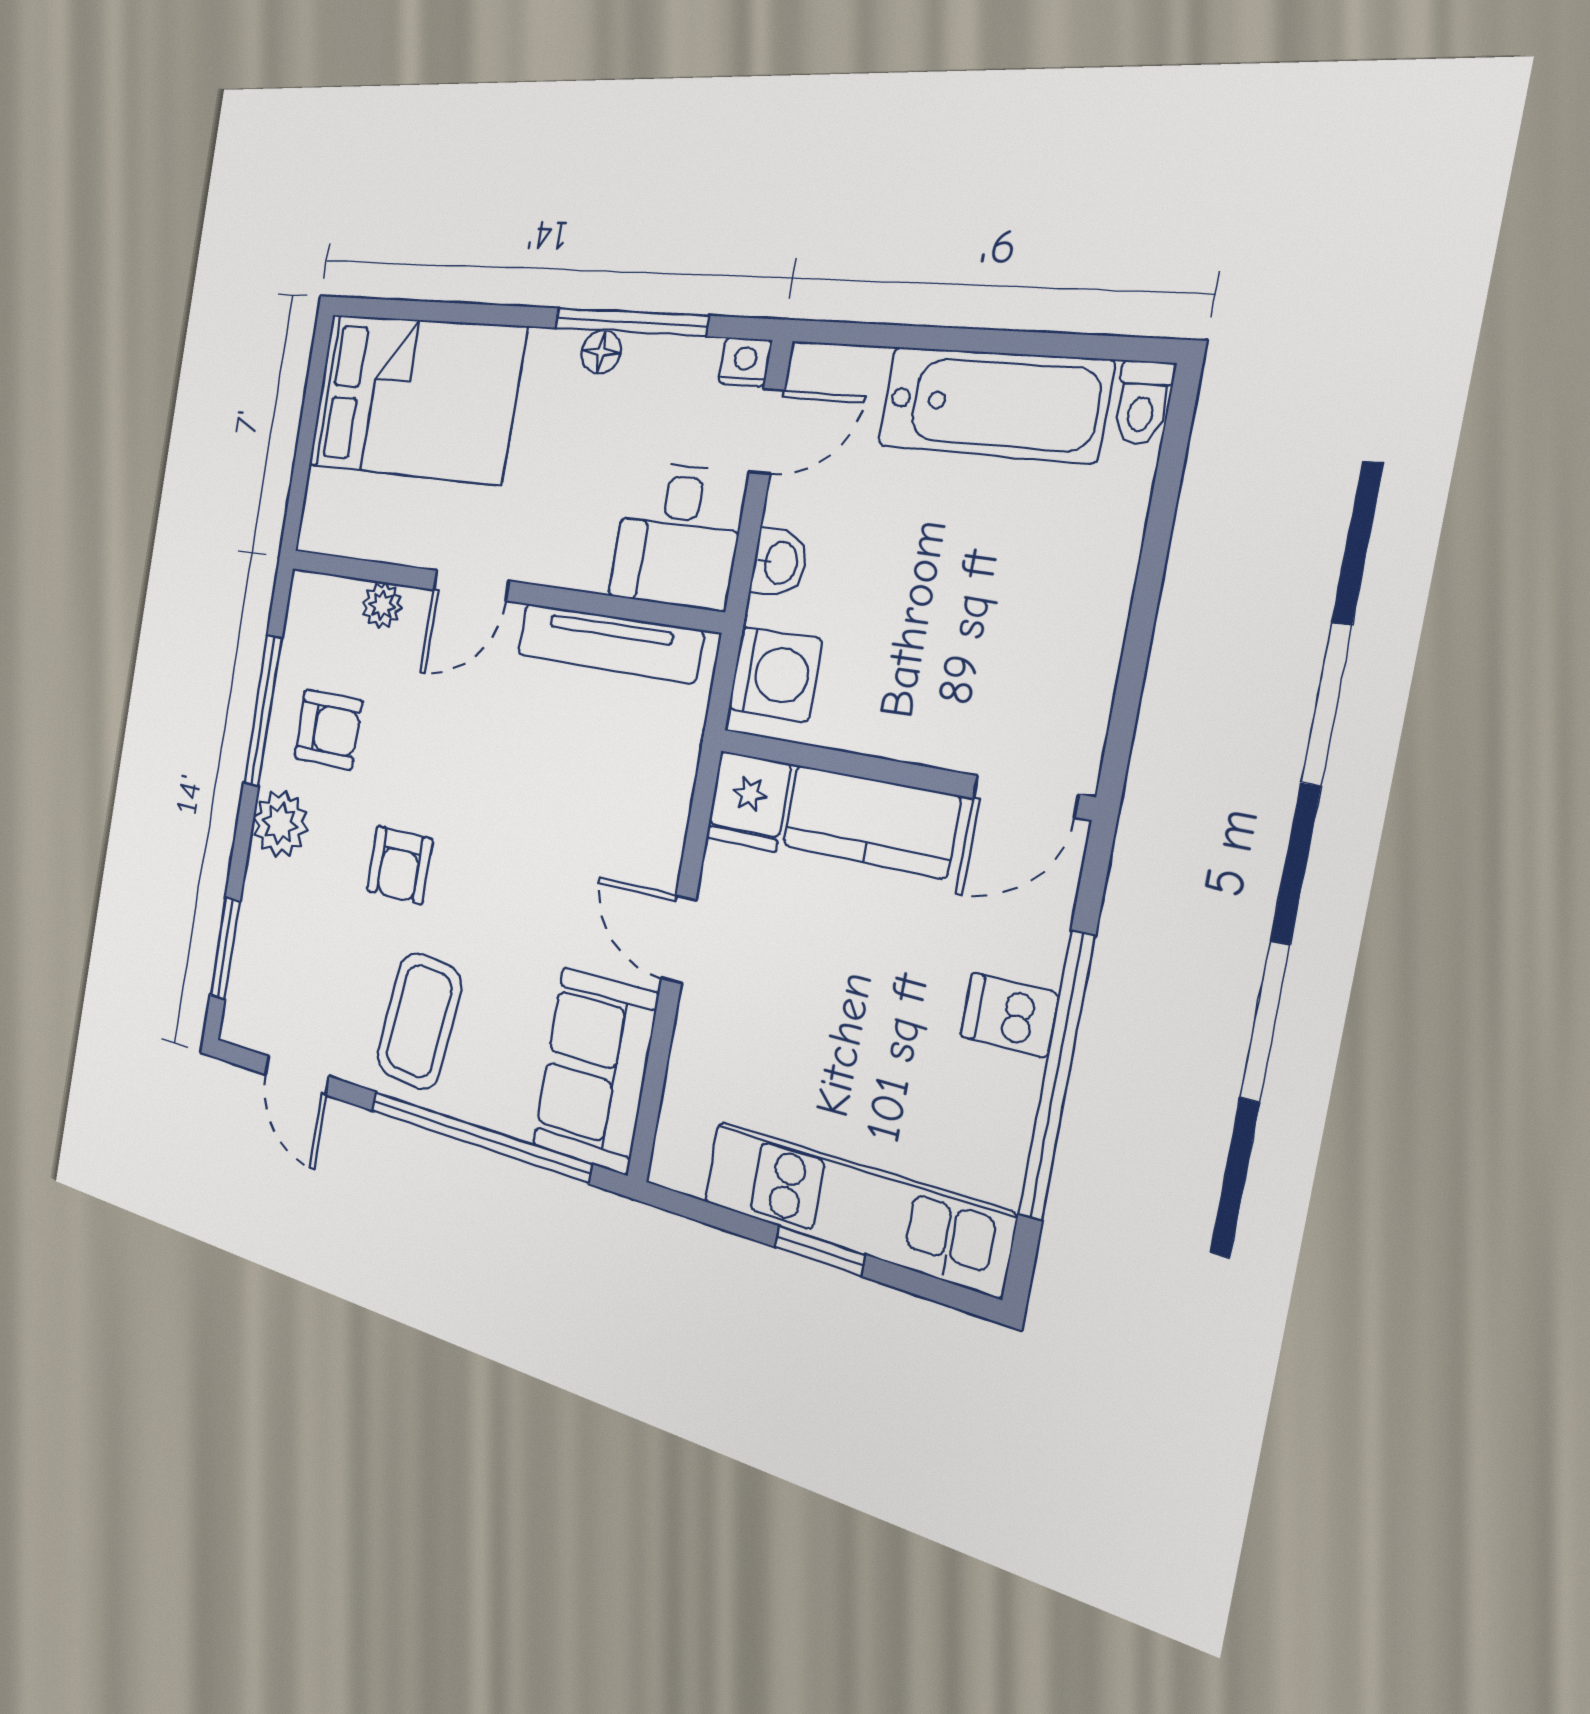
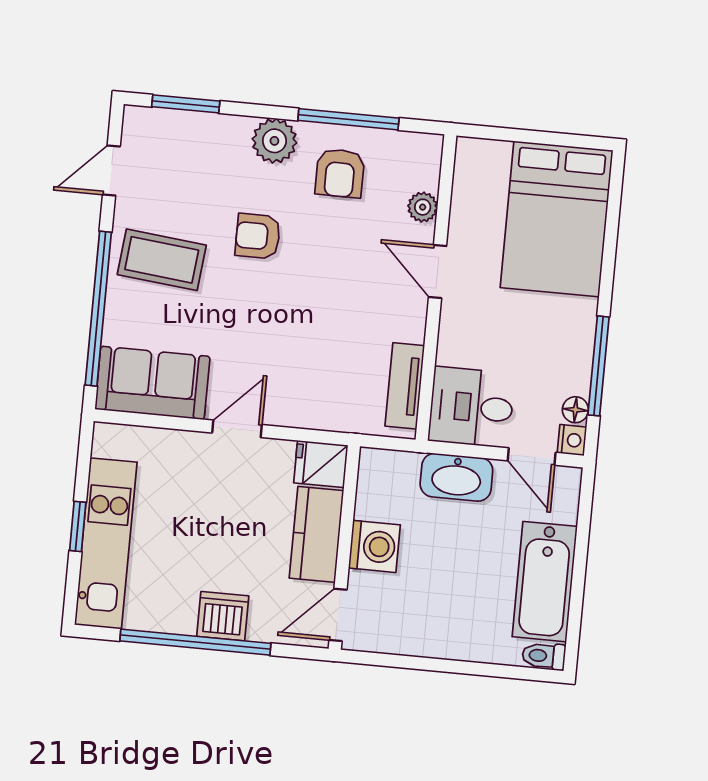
floor lamp: (601, 352) -> (575, 410), moved
washbasin: (779, 563) -> (456, 477), width x1.91, depth x1.45
tv unit: (609, 643) -> (405, 386), width x0.71
washing machine: (775, 674) -> (374, 546), moved, turned -90
door: (1025, 796) -> (338, 615), hinge flipped
dishwasher: (1009, 1015) -> (223, 616), width x1.38

